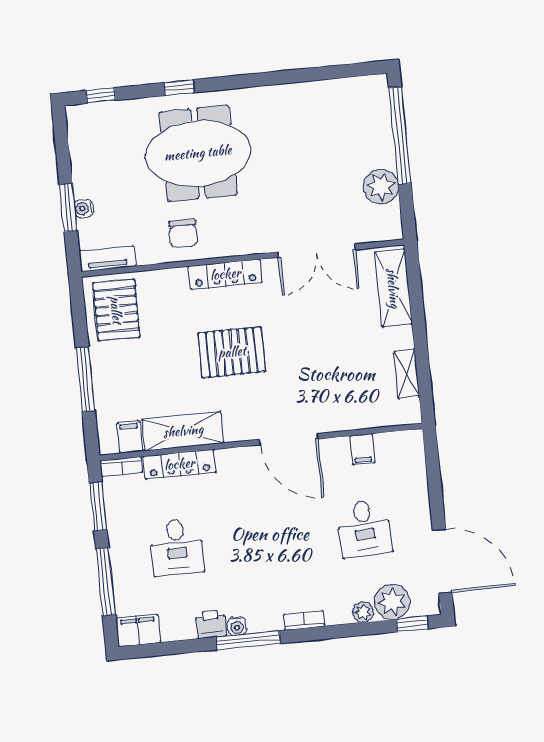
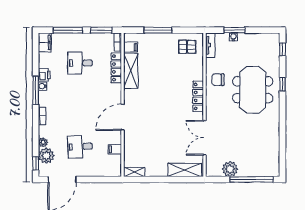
pallet: (116, 310) -> (187, 47), width x0.67, depth x0.71
pallet: (232, 352) -> (163, 96), removed
shelving: (407, 374) -> (134, 172), moved

